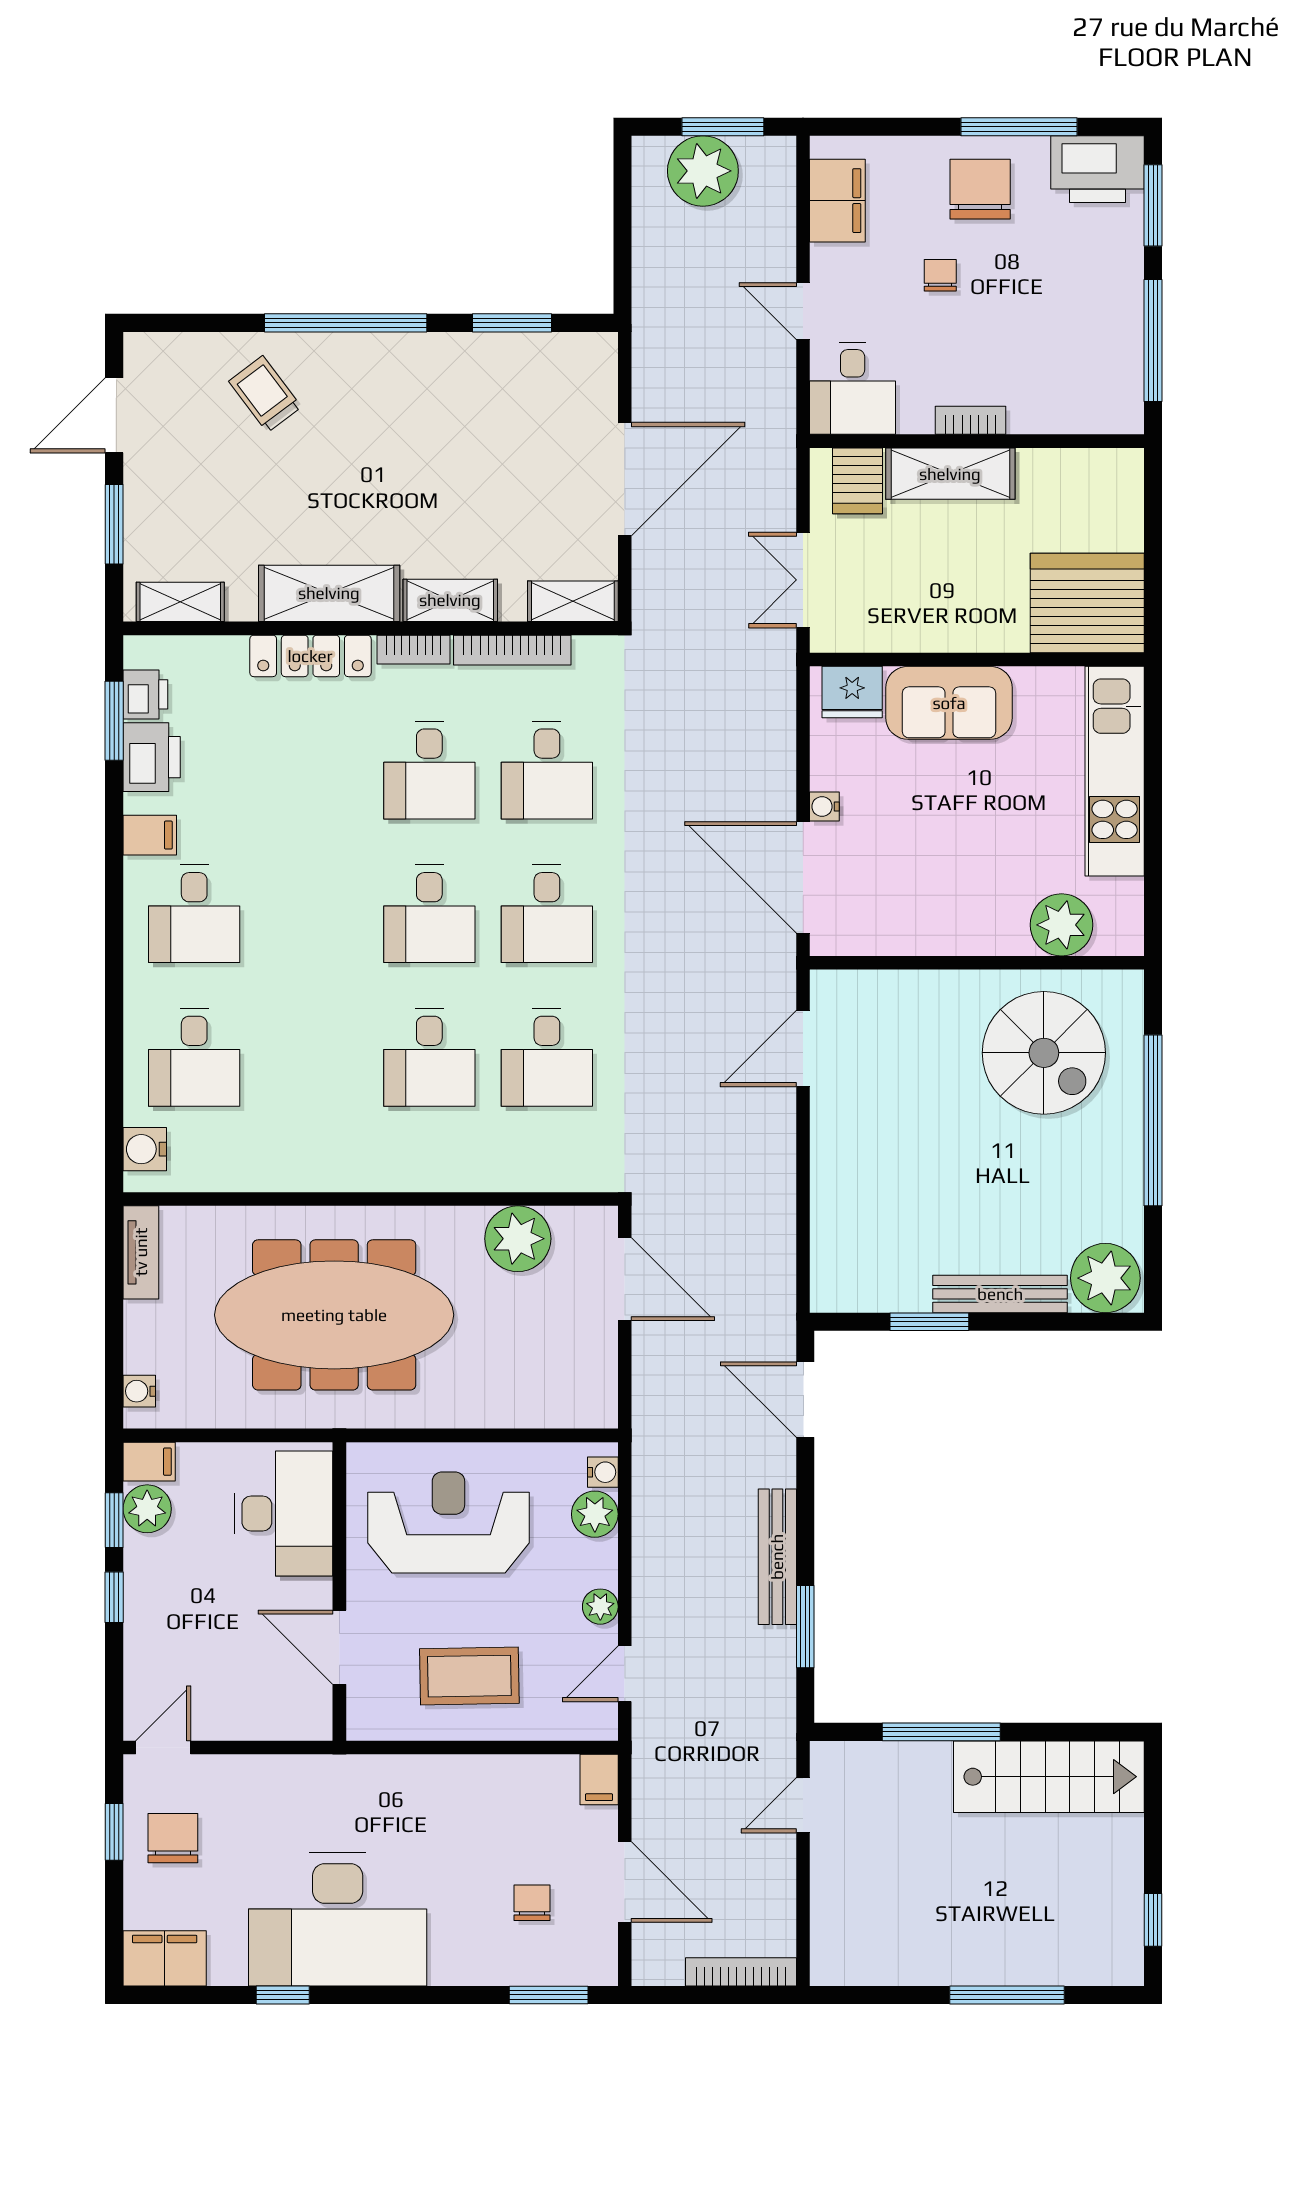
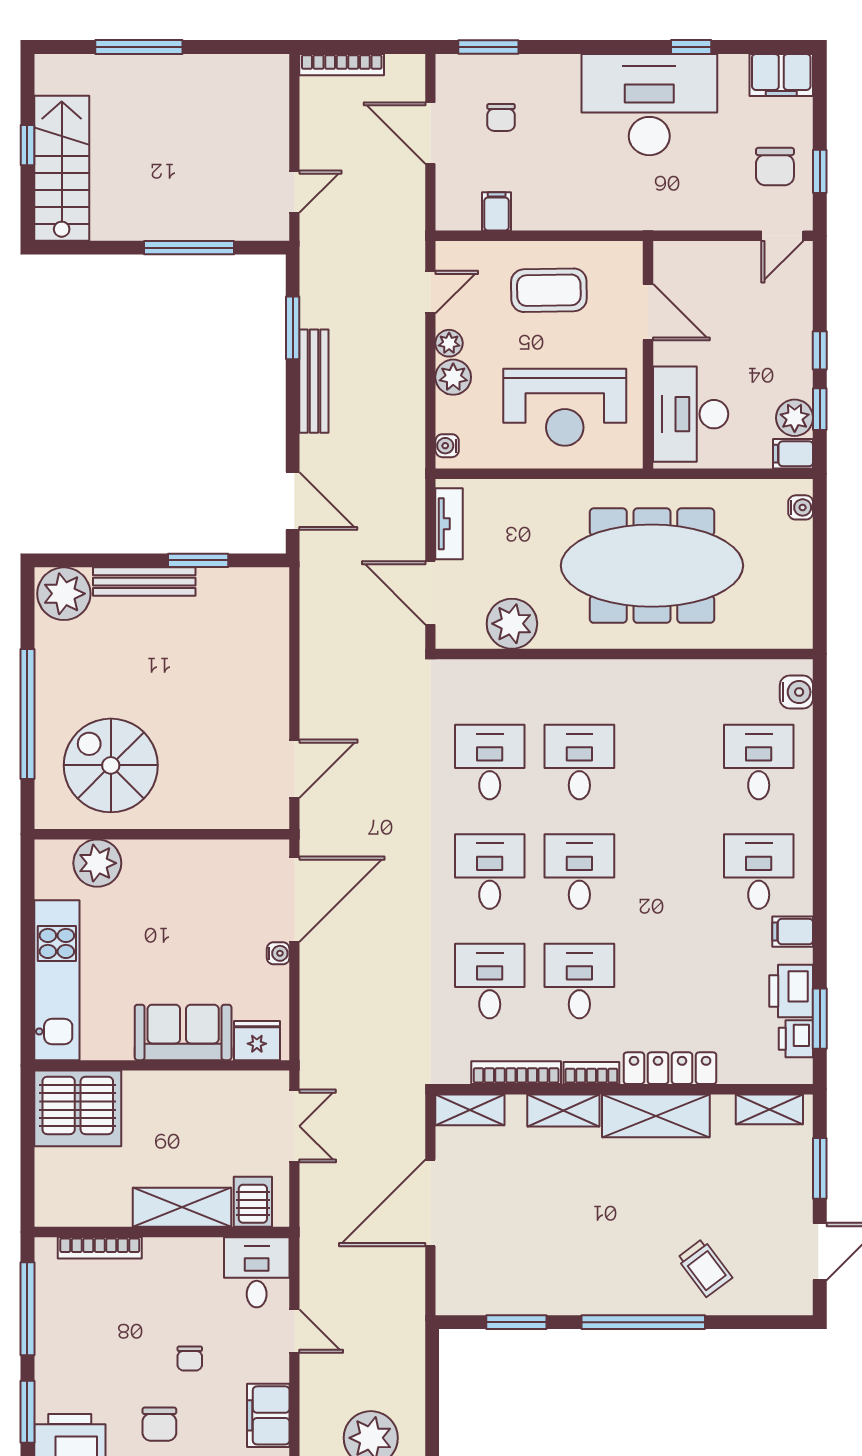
chair: (980, 189) -> (159, 1424), width x0.73, depth x0.73
bookcase: (970, 420) -> (100, 1248), moved, width x1.56
door: (803, 877) -> (294, 899), hinge flipped
tv unit: (141, 1252) -> (449, 524), moved, turned 180
plant: (595, 1514) -> (453, 377), moved
stairs: (1049, 1777) -> (62, 168), moved, turned 90
filing cabinet: (599, 1779) -> (497, 211), moved
window: (1153, 1920) -> (27, 145), moved

